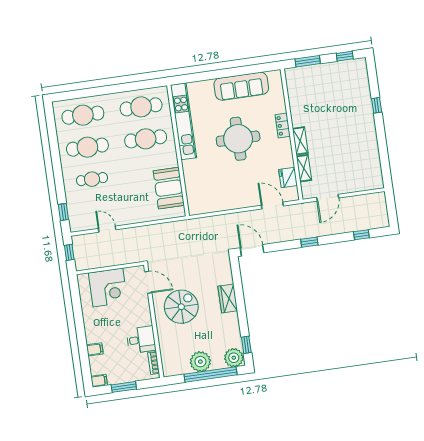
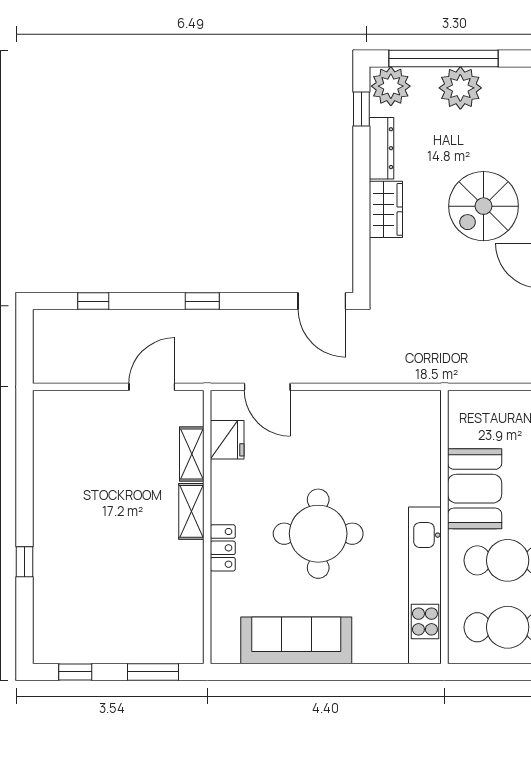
booth: (169, 188) -> (475, 489), moved
dresser: (234, 327) -> (382, 148), added

